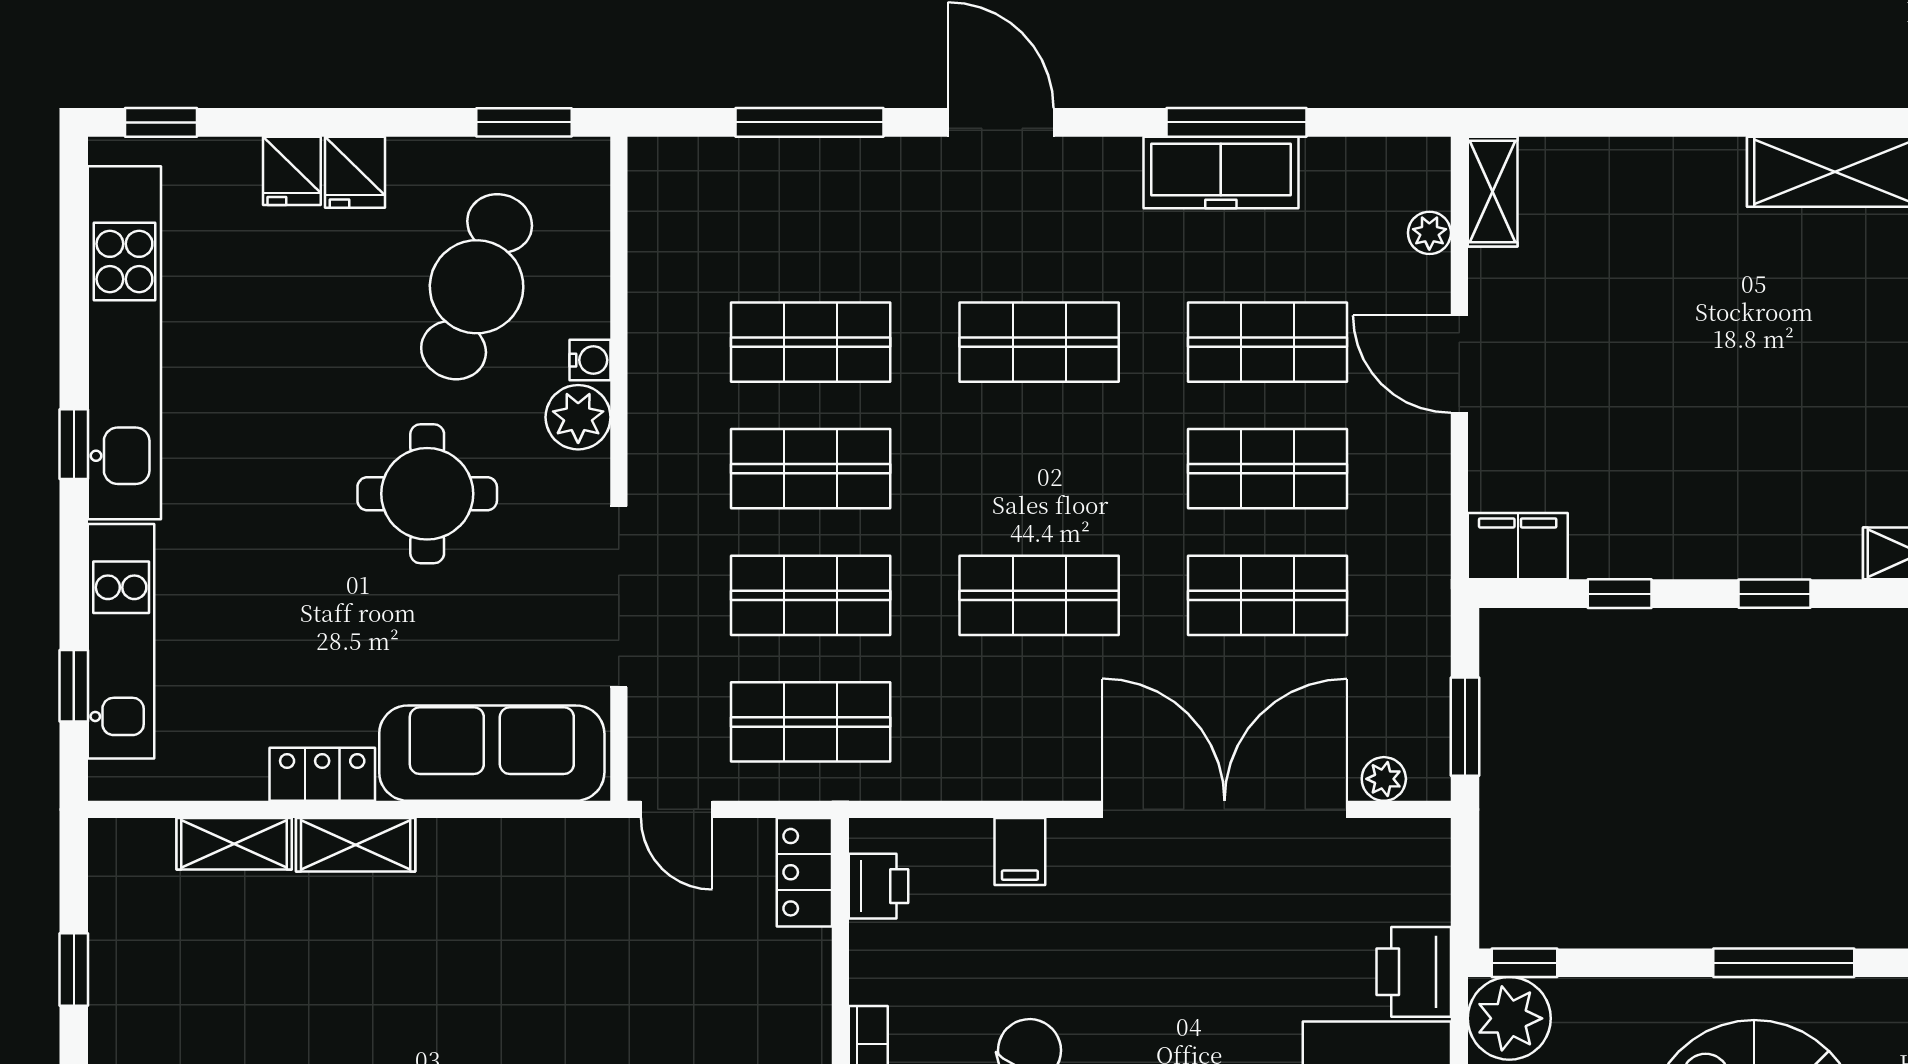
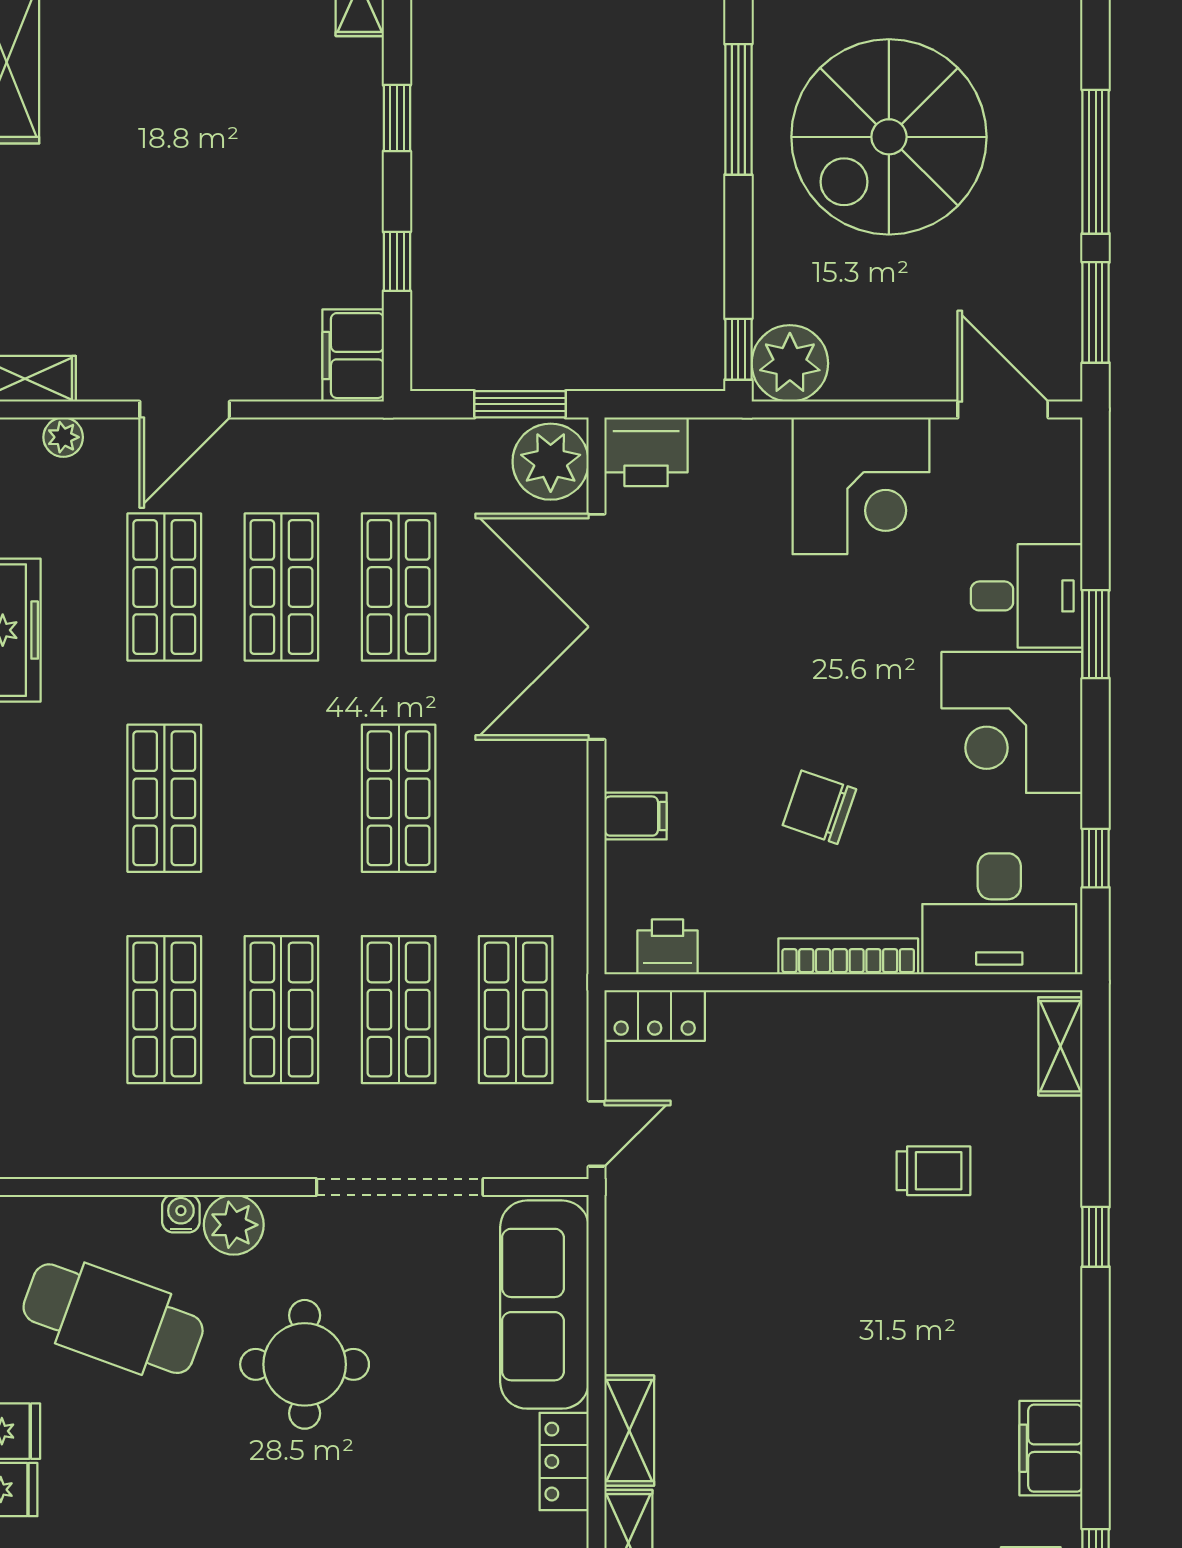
plant: (1384, 779) -> (551, 462), width x1.88, depth x1.88
printer: (1414, 972) -> (646, 452), moved

